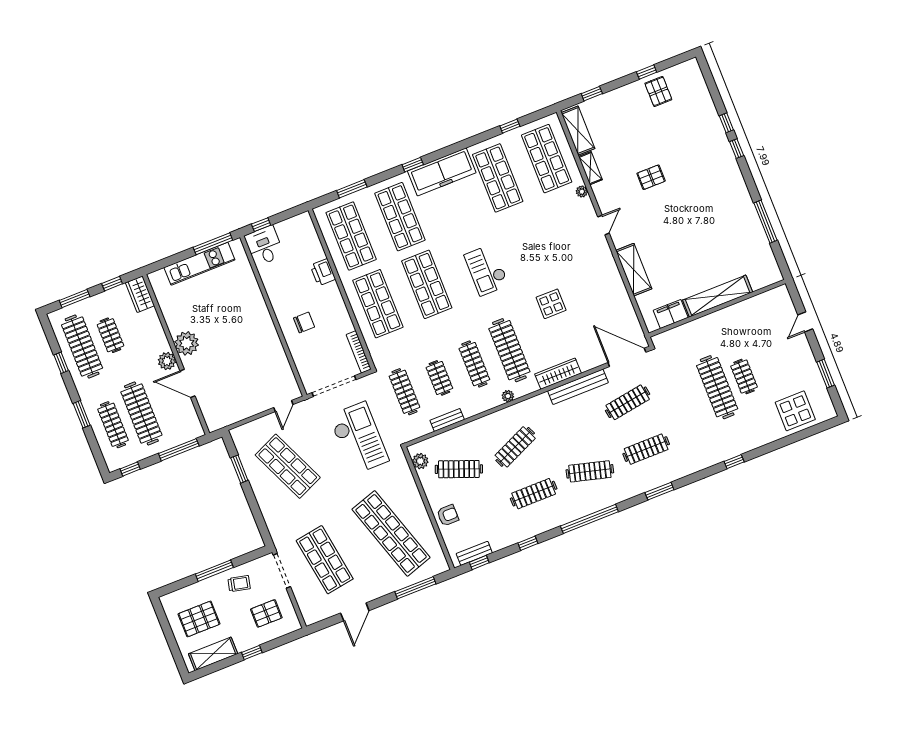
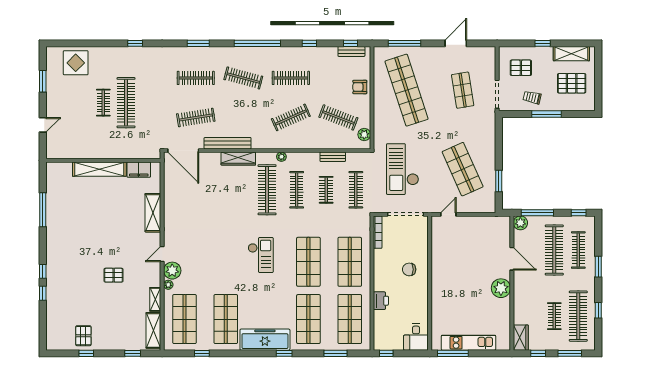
plant: (584, 210) -> (172, 271), added
window: (261, 225) -> (386, 353), moved
display table: (551, 304) -> (223, 212), removed
plant: (167, 361) -> (520, 223), moved
shop shelf: (325, 560) -> (463, 90), width x0.70, depth x0.74

